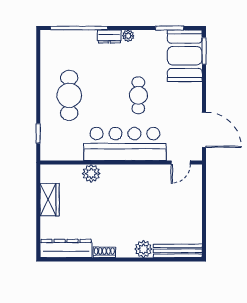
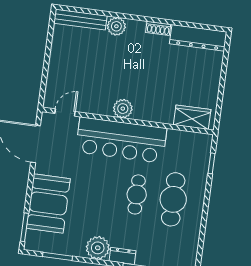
plant: (128, 36) -> (98, 248), width x1.87, depth x1.87
booth: (185, 56) -> (48, 203), moved
cafe table: (138, 95) -> (137, 194), moved
plant: (91, 173) -> (123, 109), moved
wardrobe: (50, 200) -> (192, 117), moved, turned 90

